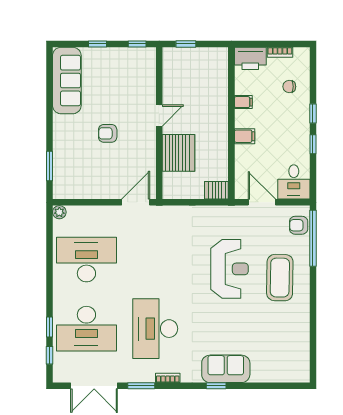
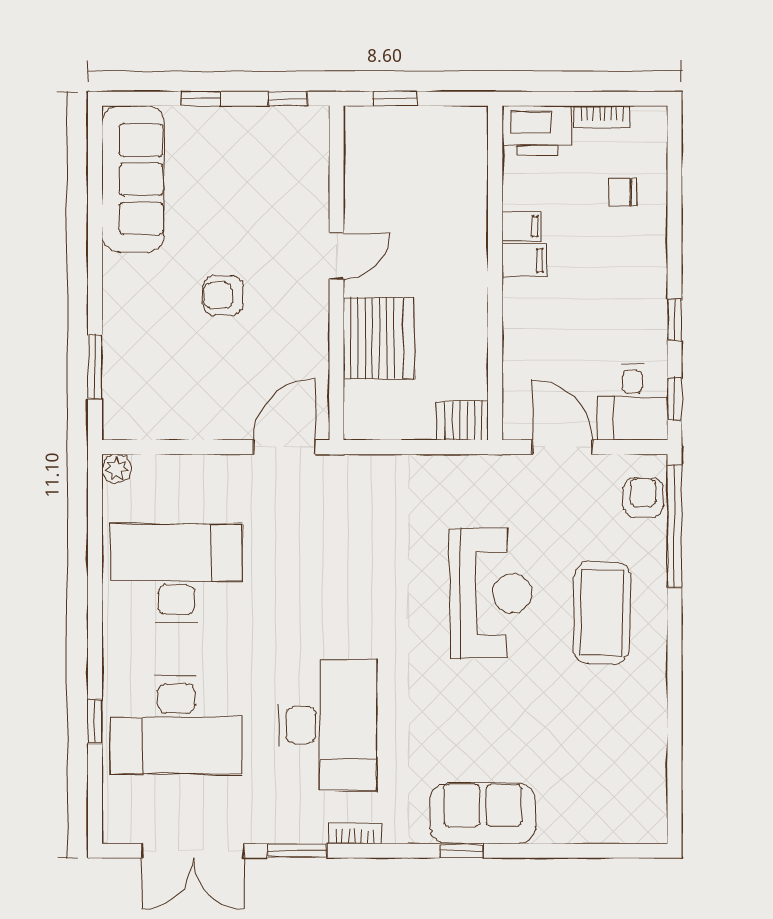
window: (313, 113) -> (675, 399), moved
filing cabinet: (245, 136) -> (524, 260), moved
armchair: (299, 225) -> (643, 498), turned 90
desk: (155, 329) -> (328, 725), turned 180
window: (49, 355) -> (95, 784), removed

